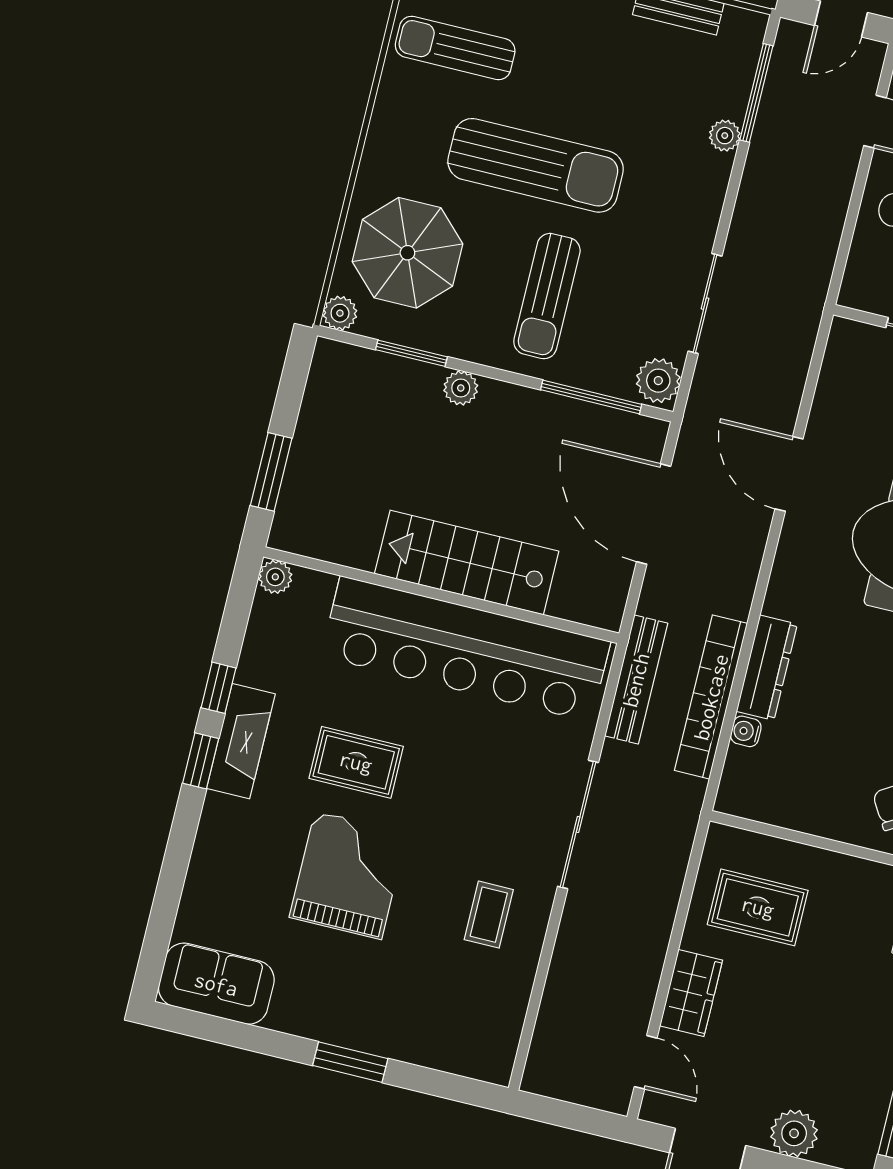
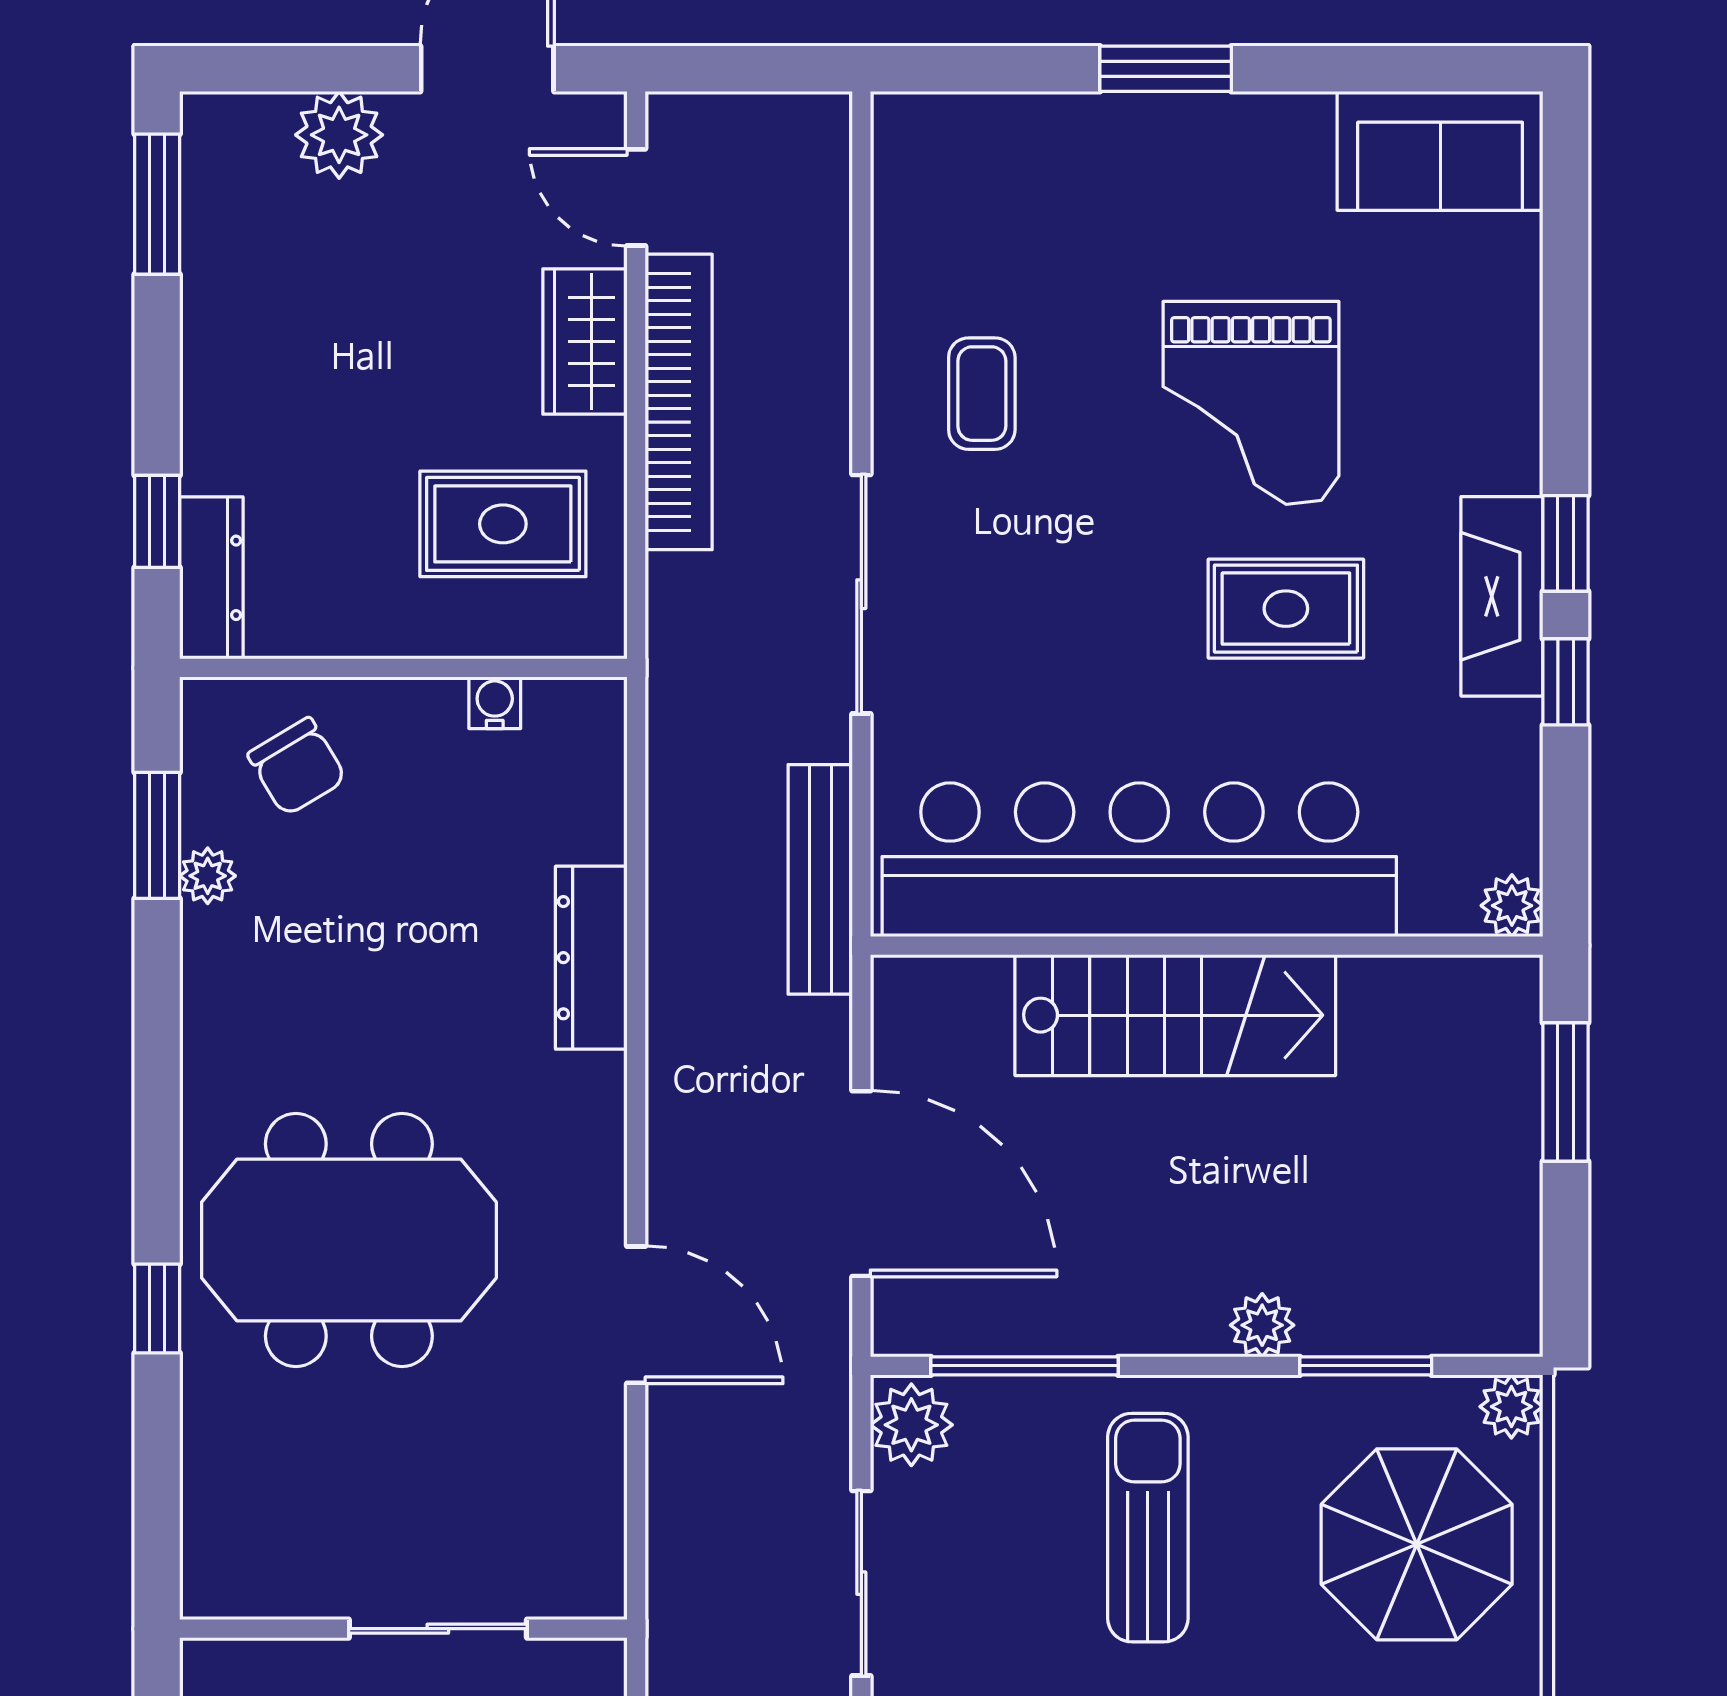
bookcase: (711, 697) -> (679, 402), moved
water cooler: (746, 731) -> (495, 703), moved, turned -90

